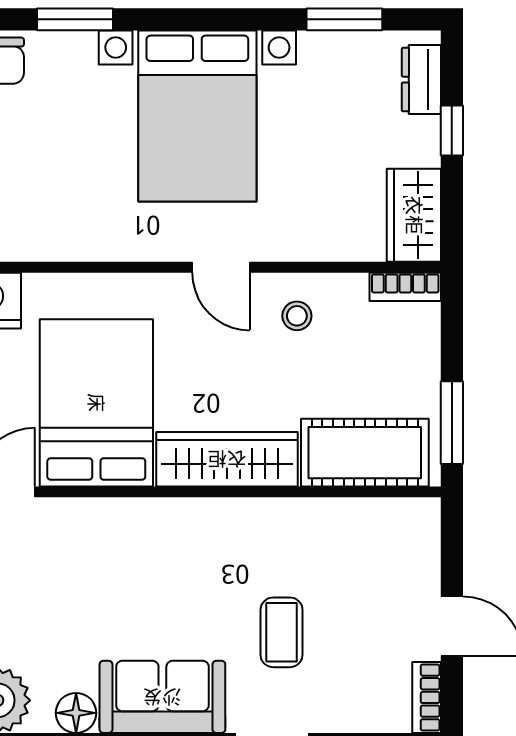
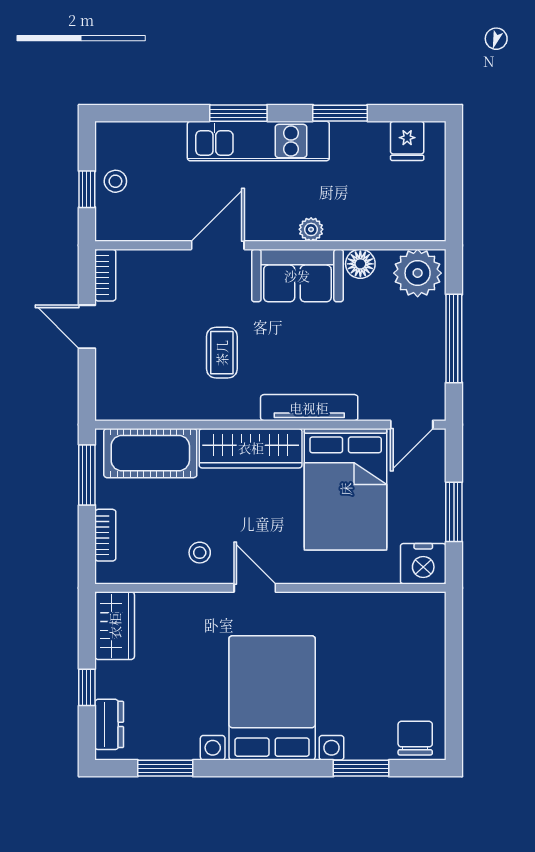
bookcase: (405, 287) -> (105, 535), moved, turned 90
tv unit: (146, 515) -> (309, 408), added
coffee table: (281, 632) -> (222, 353), moved

